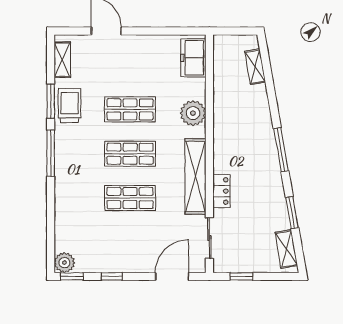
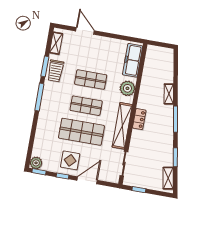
freezer: (193, 58) -> (133, 60), width x1.40
shelving: (255, 67) -> (169, 94), moved
trolley: (70, 106) -> (56, 71), turned 180
locker: (221, 191) -> (139, 119), moved
shop shelf: (130, 198) -> (81, 132), width x1.43, depth x1.36
display table: (120, 249) -> (70, 160), added
door: (172, 276) -> (87, 180), moved

